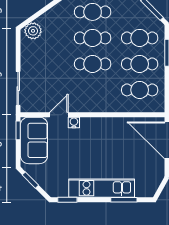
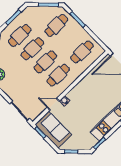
cafe table: (140, 64) -> (58, 75), moved
door: (59, 115) -> (53, 104), hinge flipped

